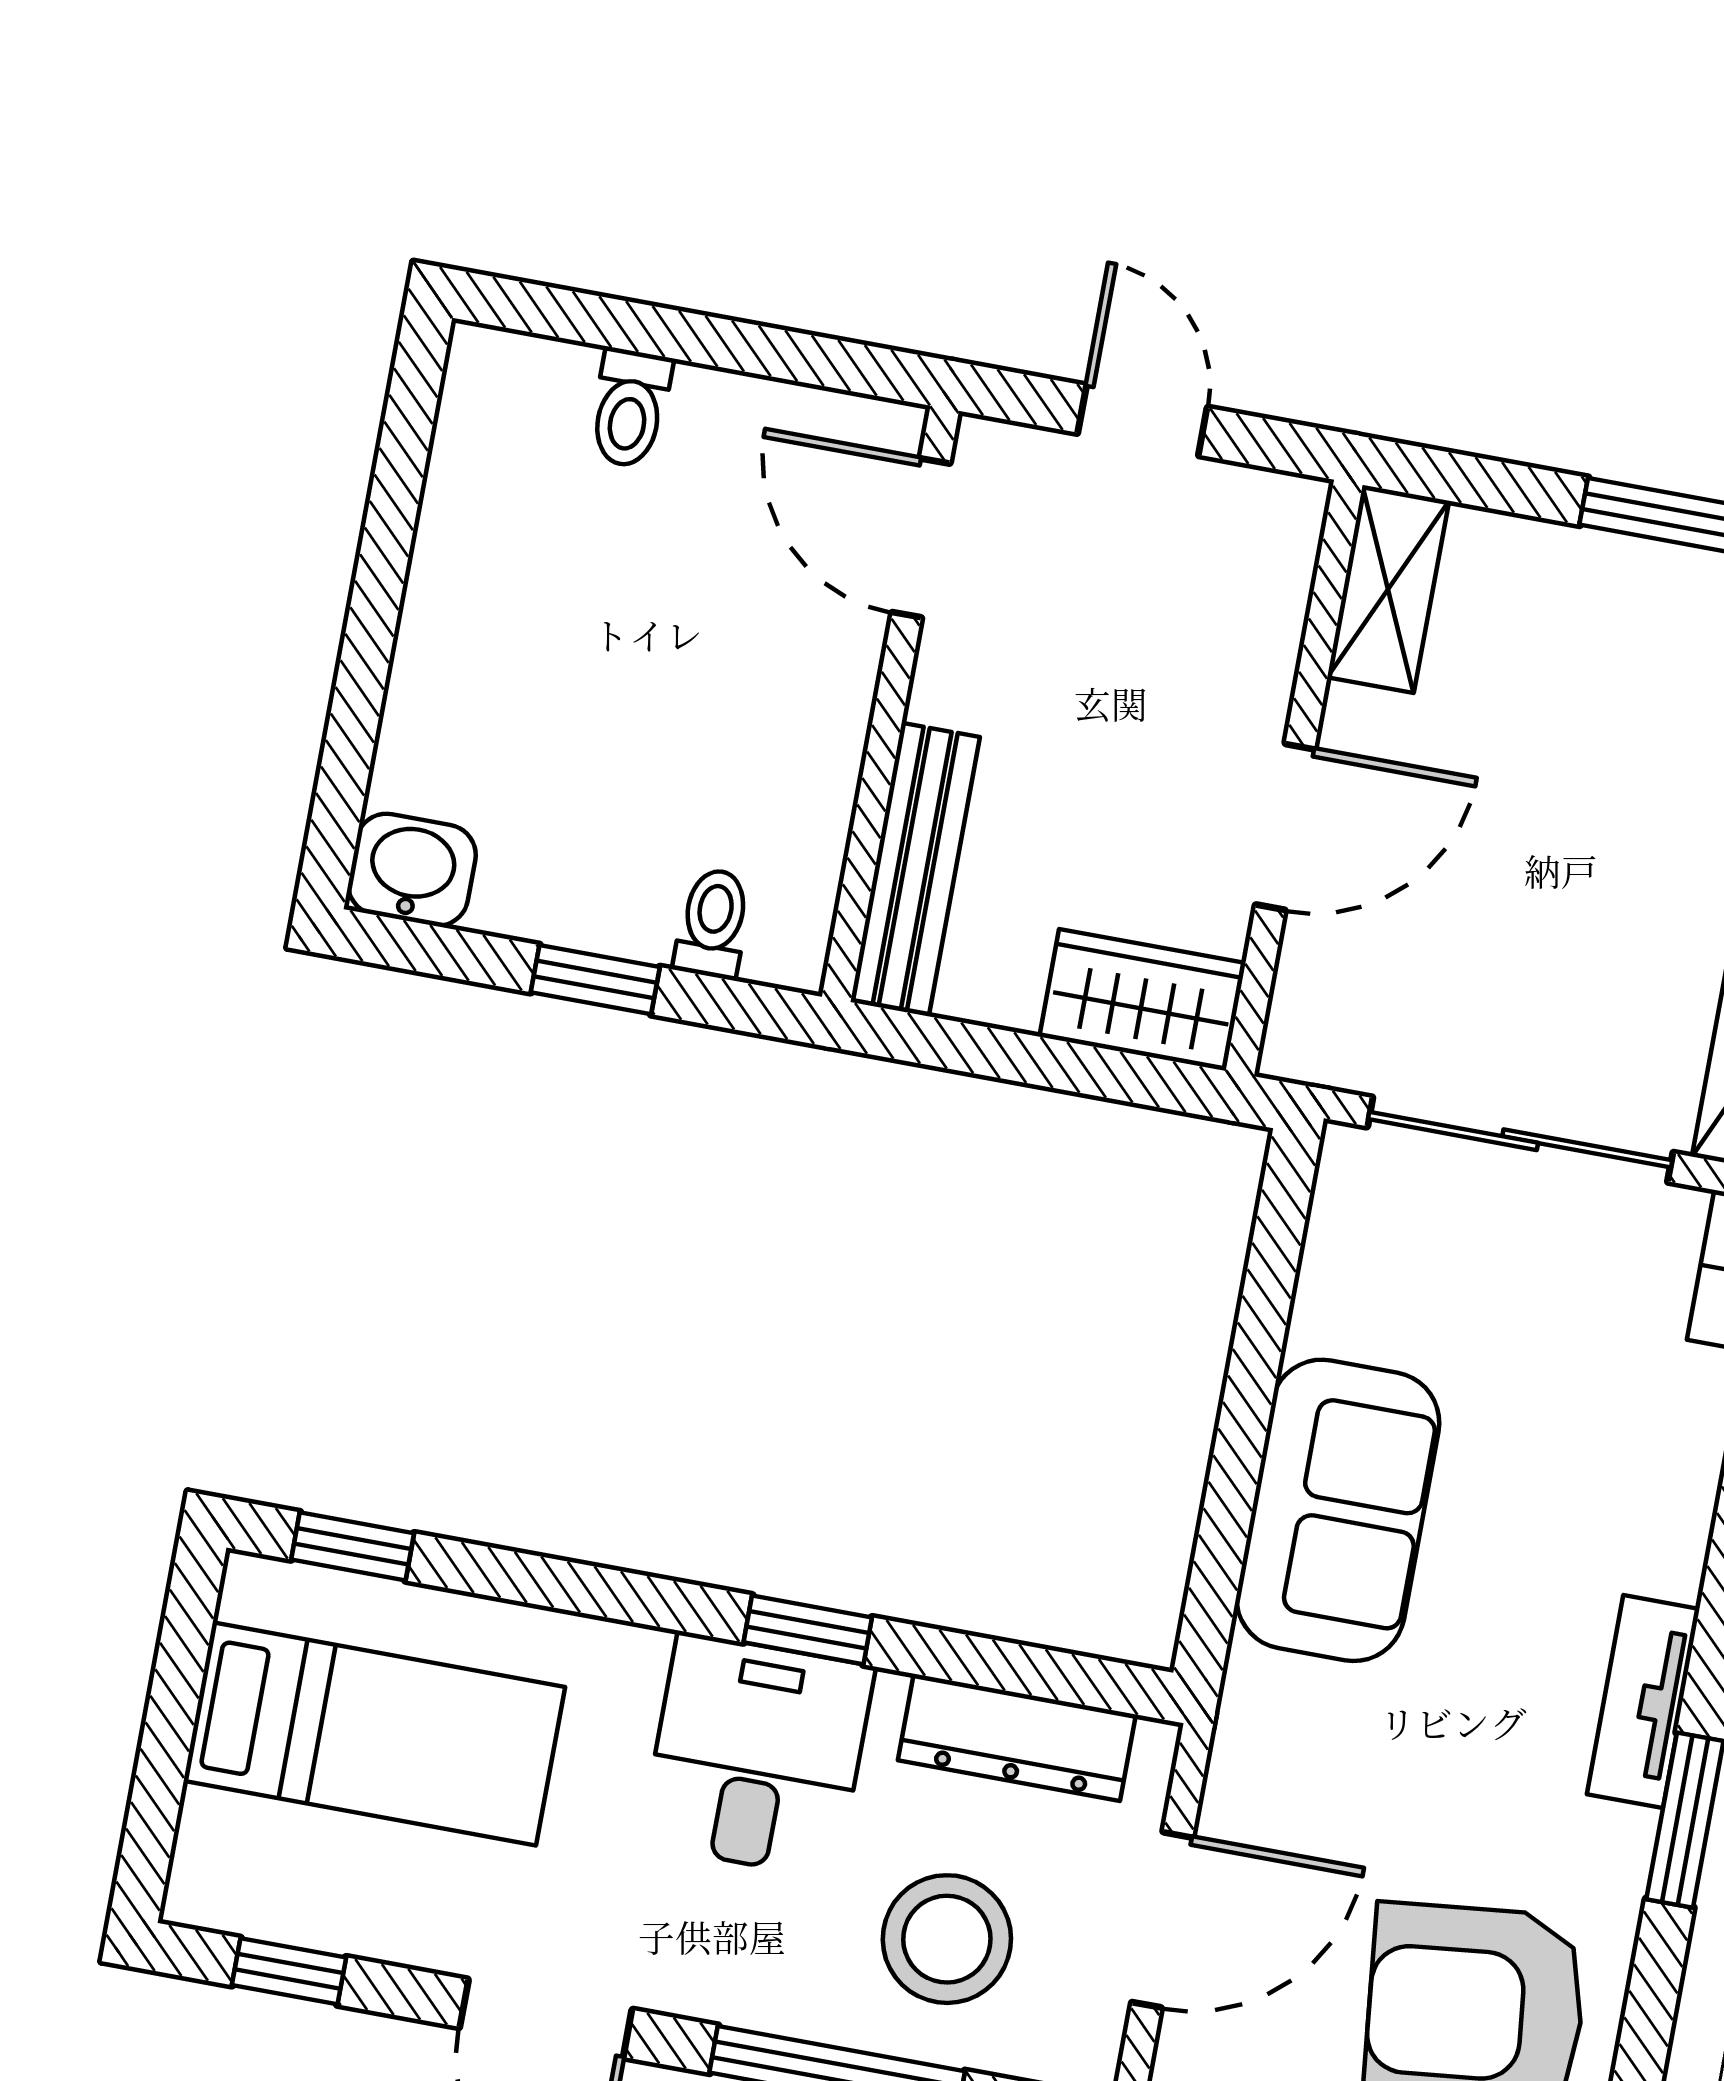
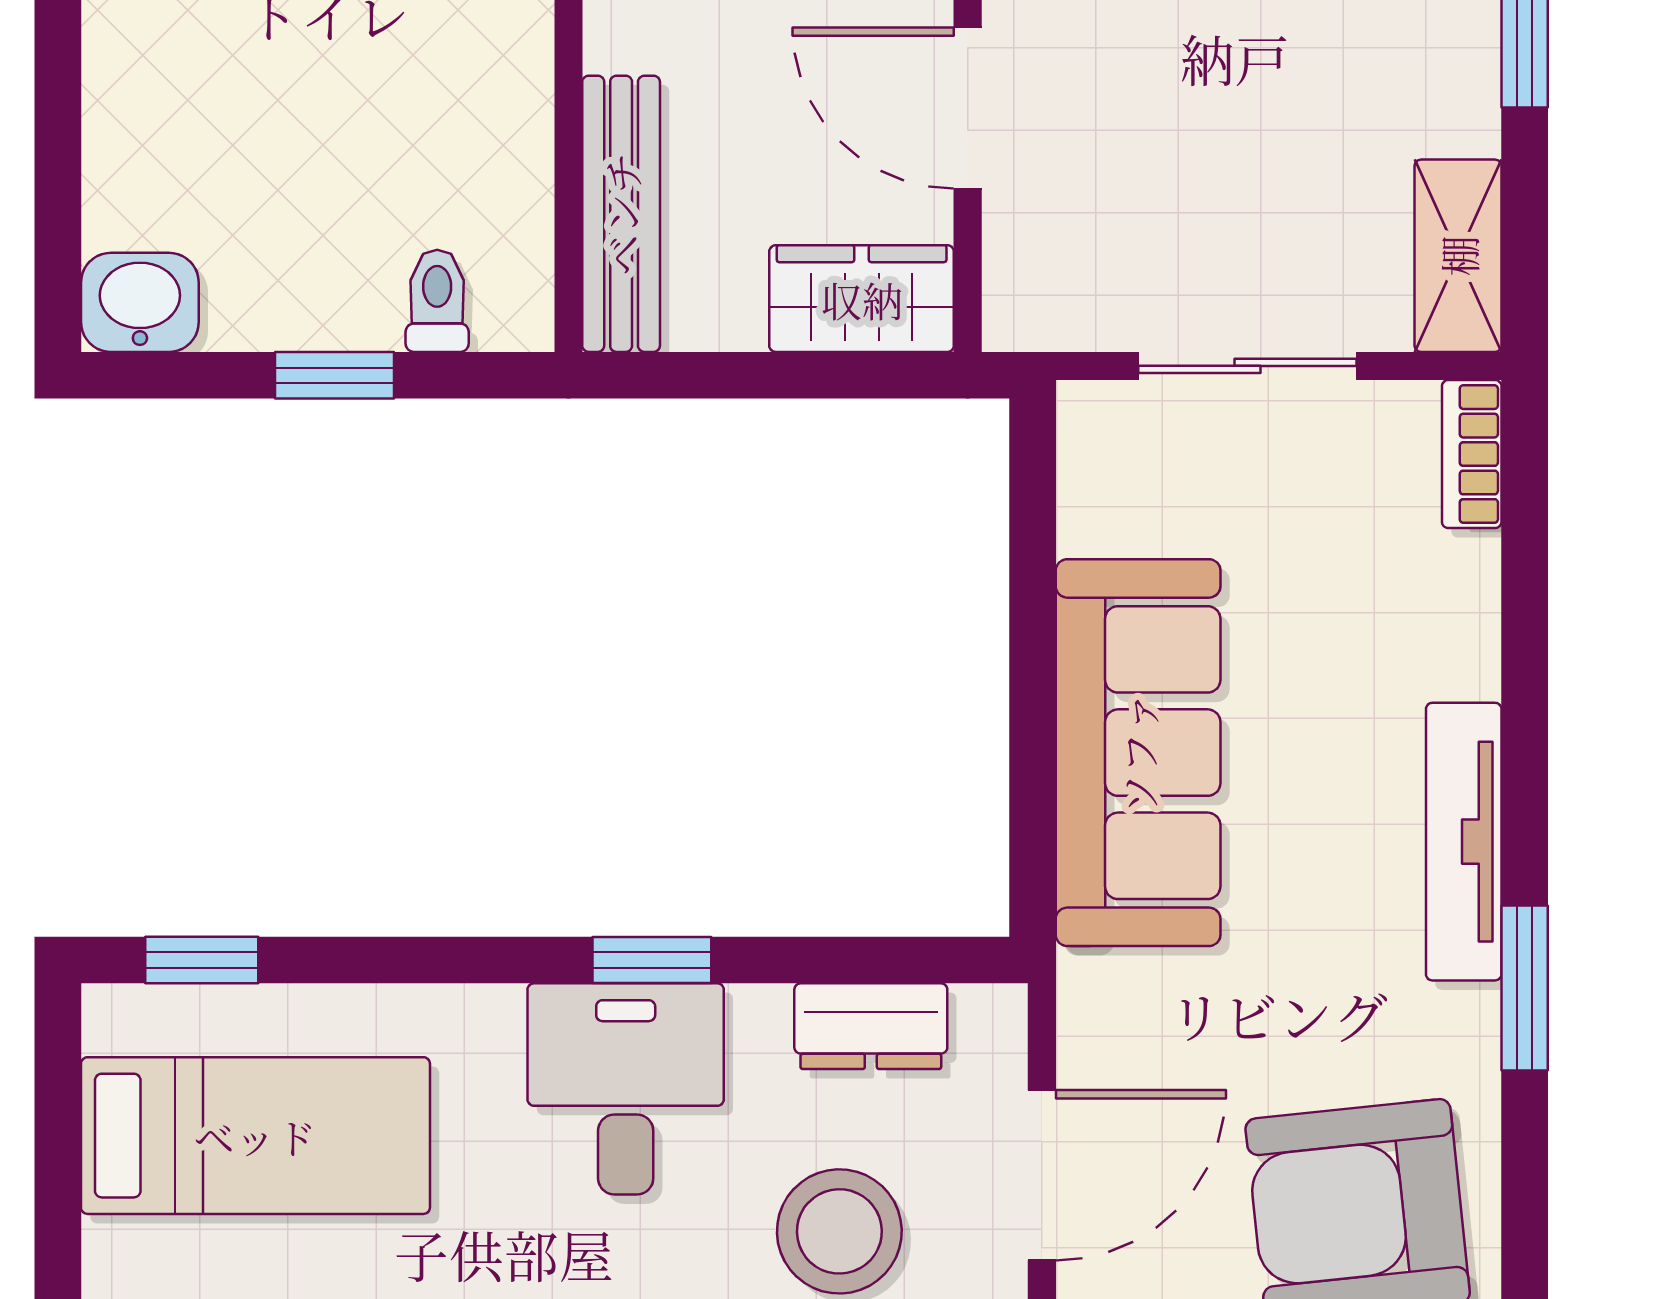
door: (1285, 827) -> (968, 108), swing flipped
sliding door: (1520, 1140) -> (1247, 366), width x0.73
sofa: (1338, 1510) -> (1138, 753), width x1.36
tv unit: (1643, 1702) -> (1464, 842), width x1.41
dresser: (1017, 1737) -> (871, 1026), width x0.70

